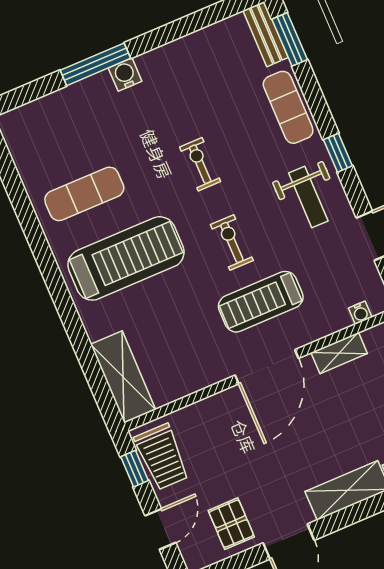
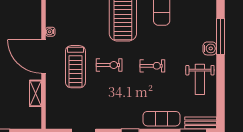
weight bench: (308, 197) -> (200, 79), moved, turned -90
treadmill: (261, 302) -> (75, 67), turned 180
water cooler: (360, 313) -> (50, 32), moved

